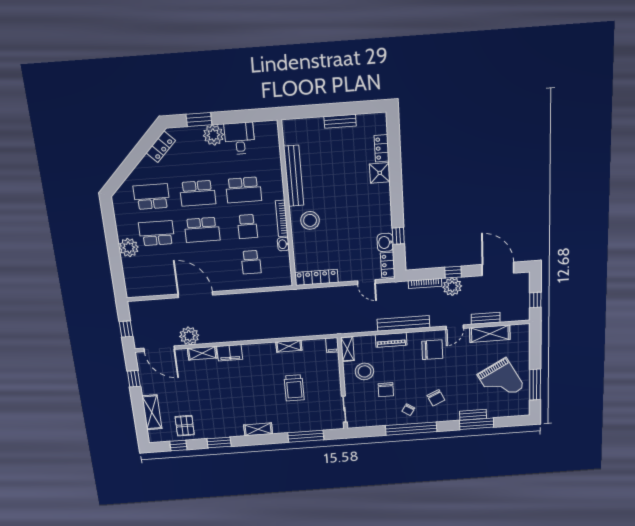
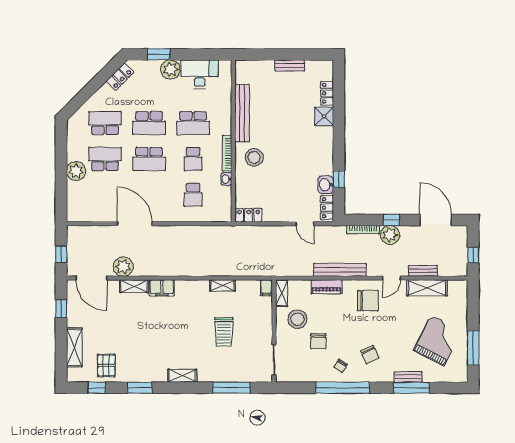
desk: (240, 138) -> (200, 74), width x1.37
locker: (316, 277) -> (249, 215), width x0.66
grand piano: (501, 381) -> (438, 340), turned -124

